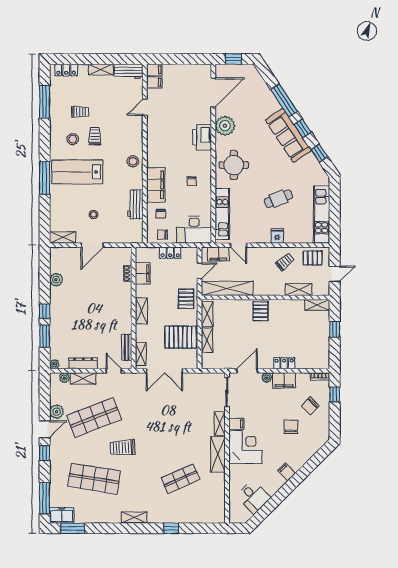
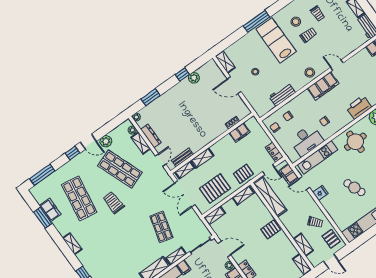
door: (145, 107) -> (337, 65), moved
filing cabinet: (156, 185) -> (323, 86), moved
desk: (194, 230) -> (307, 140), moved, turned -90
fridge: (277, 236) -> (321, 193), moved
door: (239, 245) -> (304, 183), hinge flipped
locker: (170, 253) -> (274, 152), moved
window: (45, 311) -> (182, 75), moved
shelving: (141, 311) -> (202, 158), moved
pallet: (180, 337) -> (215, 188), turned 90
shelving: (207, 340) -> (215, 215), moved
shop shelf: (181, 479) -> (161, 227), moved, turned 39
freezer: (62, 515) -> (50, 210), moved
window: (73, 528) -> (43, 218), moved

